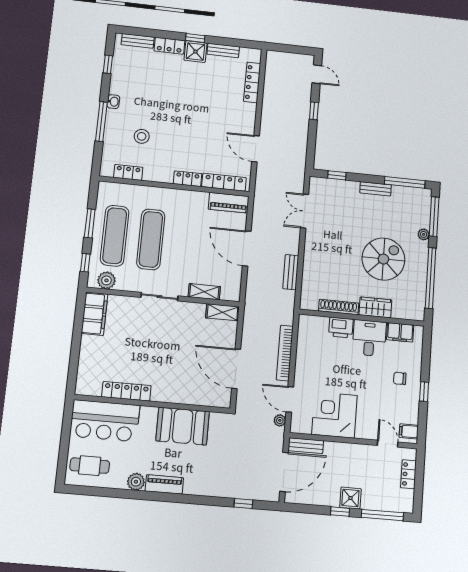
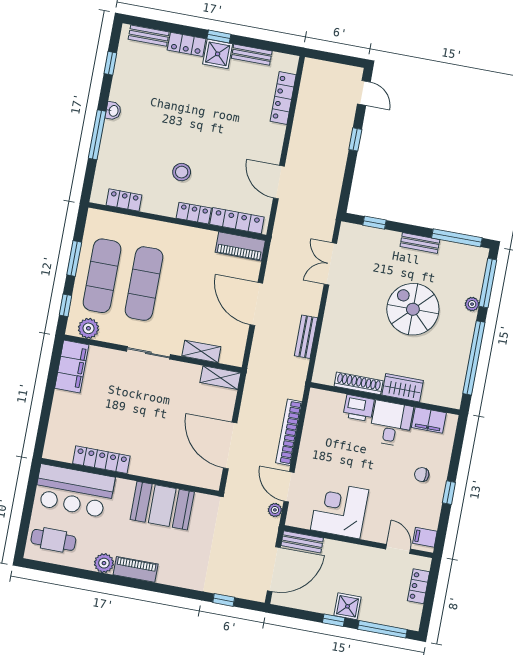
stool: (142, 136) -> (182, 172), moved
spiral stairs: (383, 259) -> (413, 309), moved, turned -90

